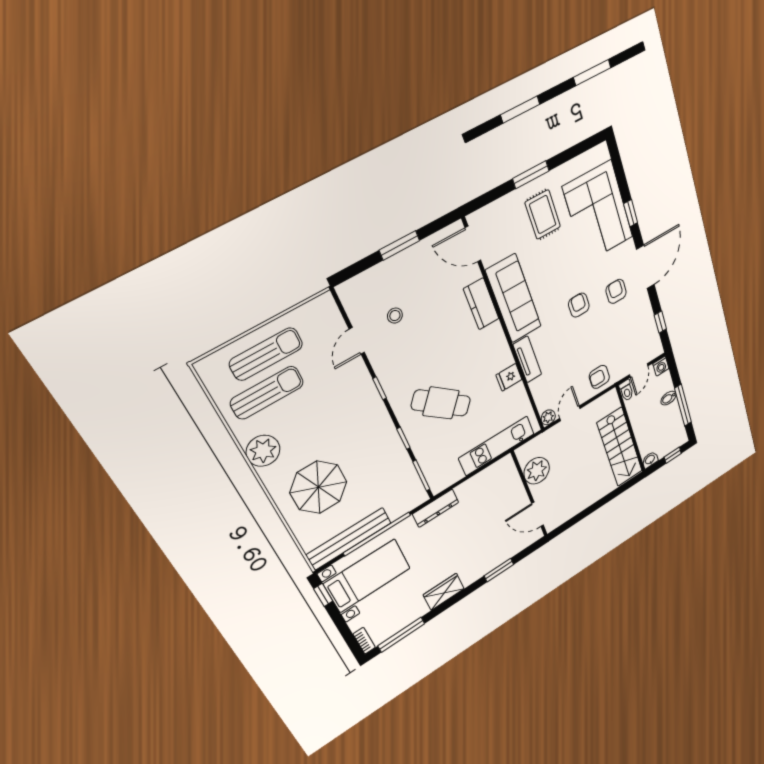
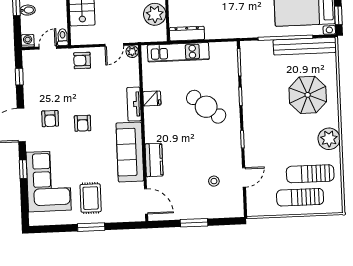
armchair: (599, 377) -> (82, 60), turned 180
dresser: (436, 508) -> (187, 34), moved

